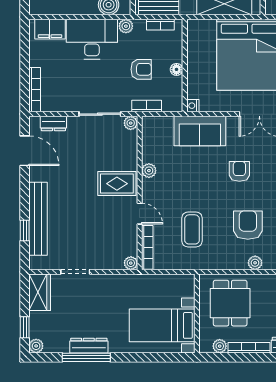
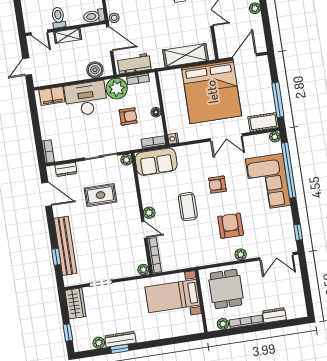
plant: (126, 26) -> (117, 89), width x1.87, depth x1.87
bookcase: (35, 90) -> (48, 151), width x0.64
bookcase: (147, 106) -> (154, 142), moved
sofa: (200, 131) -> (156, 162), moved
plant: (149, 171) -> (149, 213), moved
armchair: (239, 171) -> (217, 185), turned -90
rug: (117, 184) -> (100, 195), moved
coffee table: (192, 229) -> (188, 207), moved
bed with nightstands: (162, 325) -> (172, 296), moved
plant: (36, 346) -> (99, 343), moved
window: (86, 357) -> (120, 349), width x0.46

